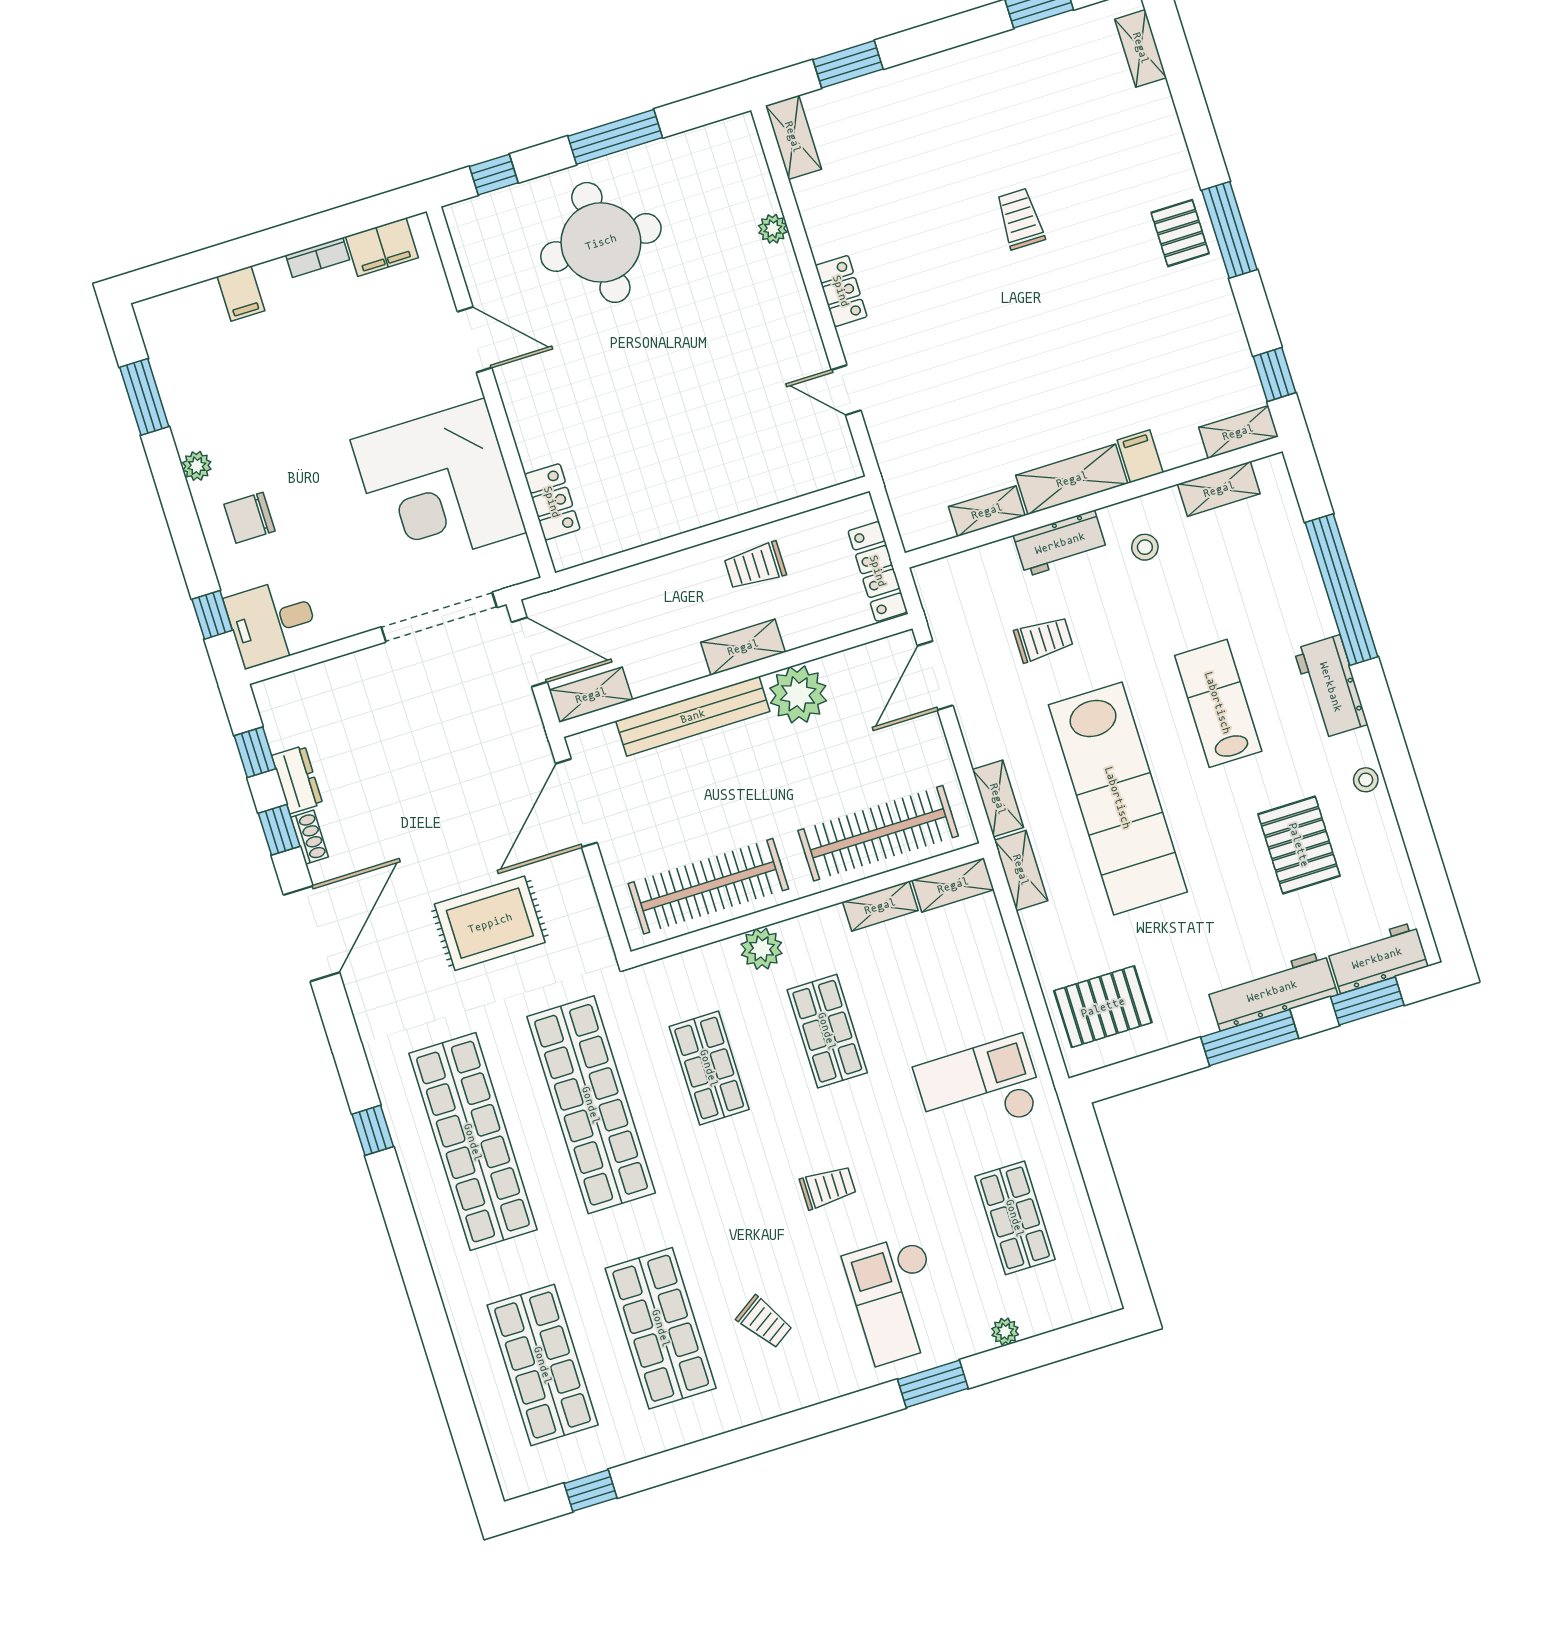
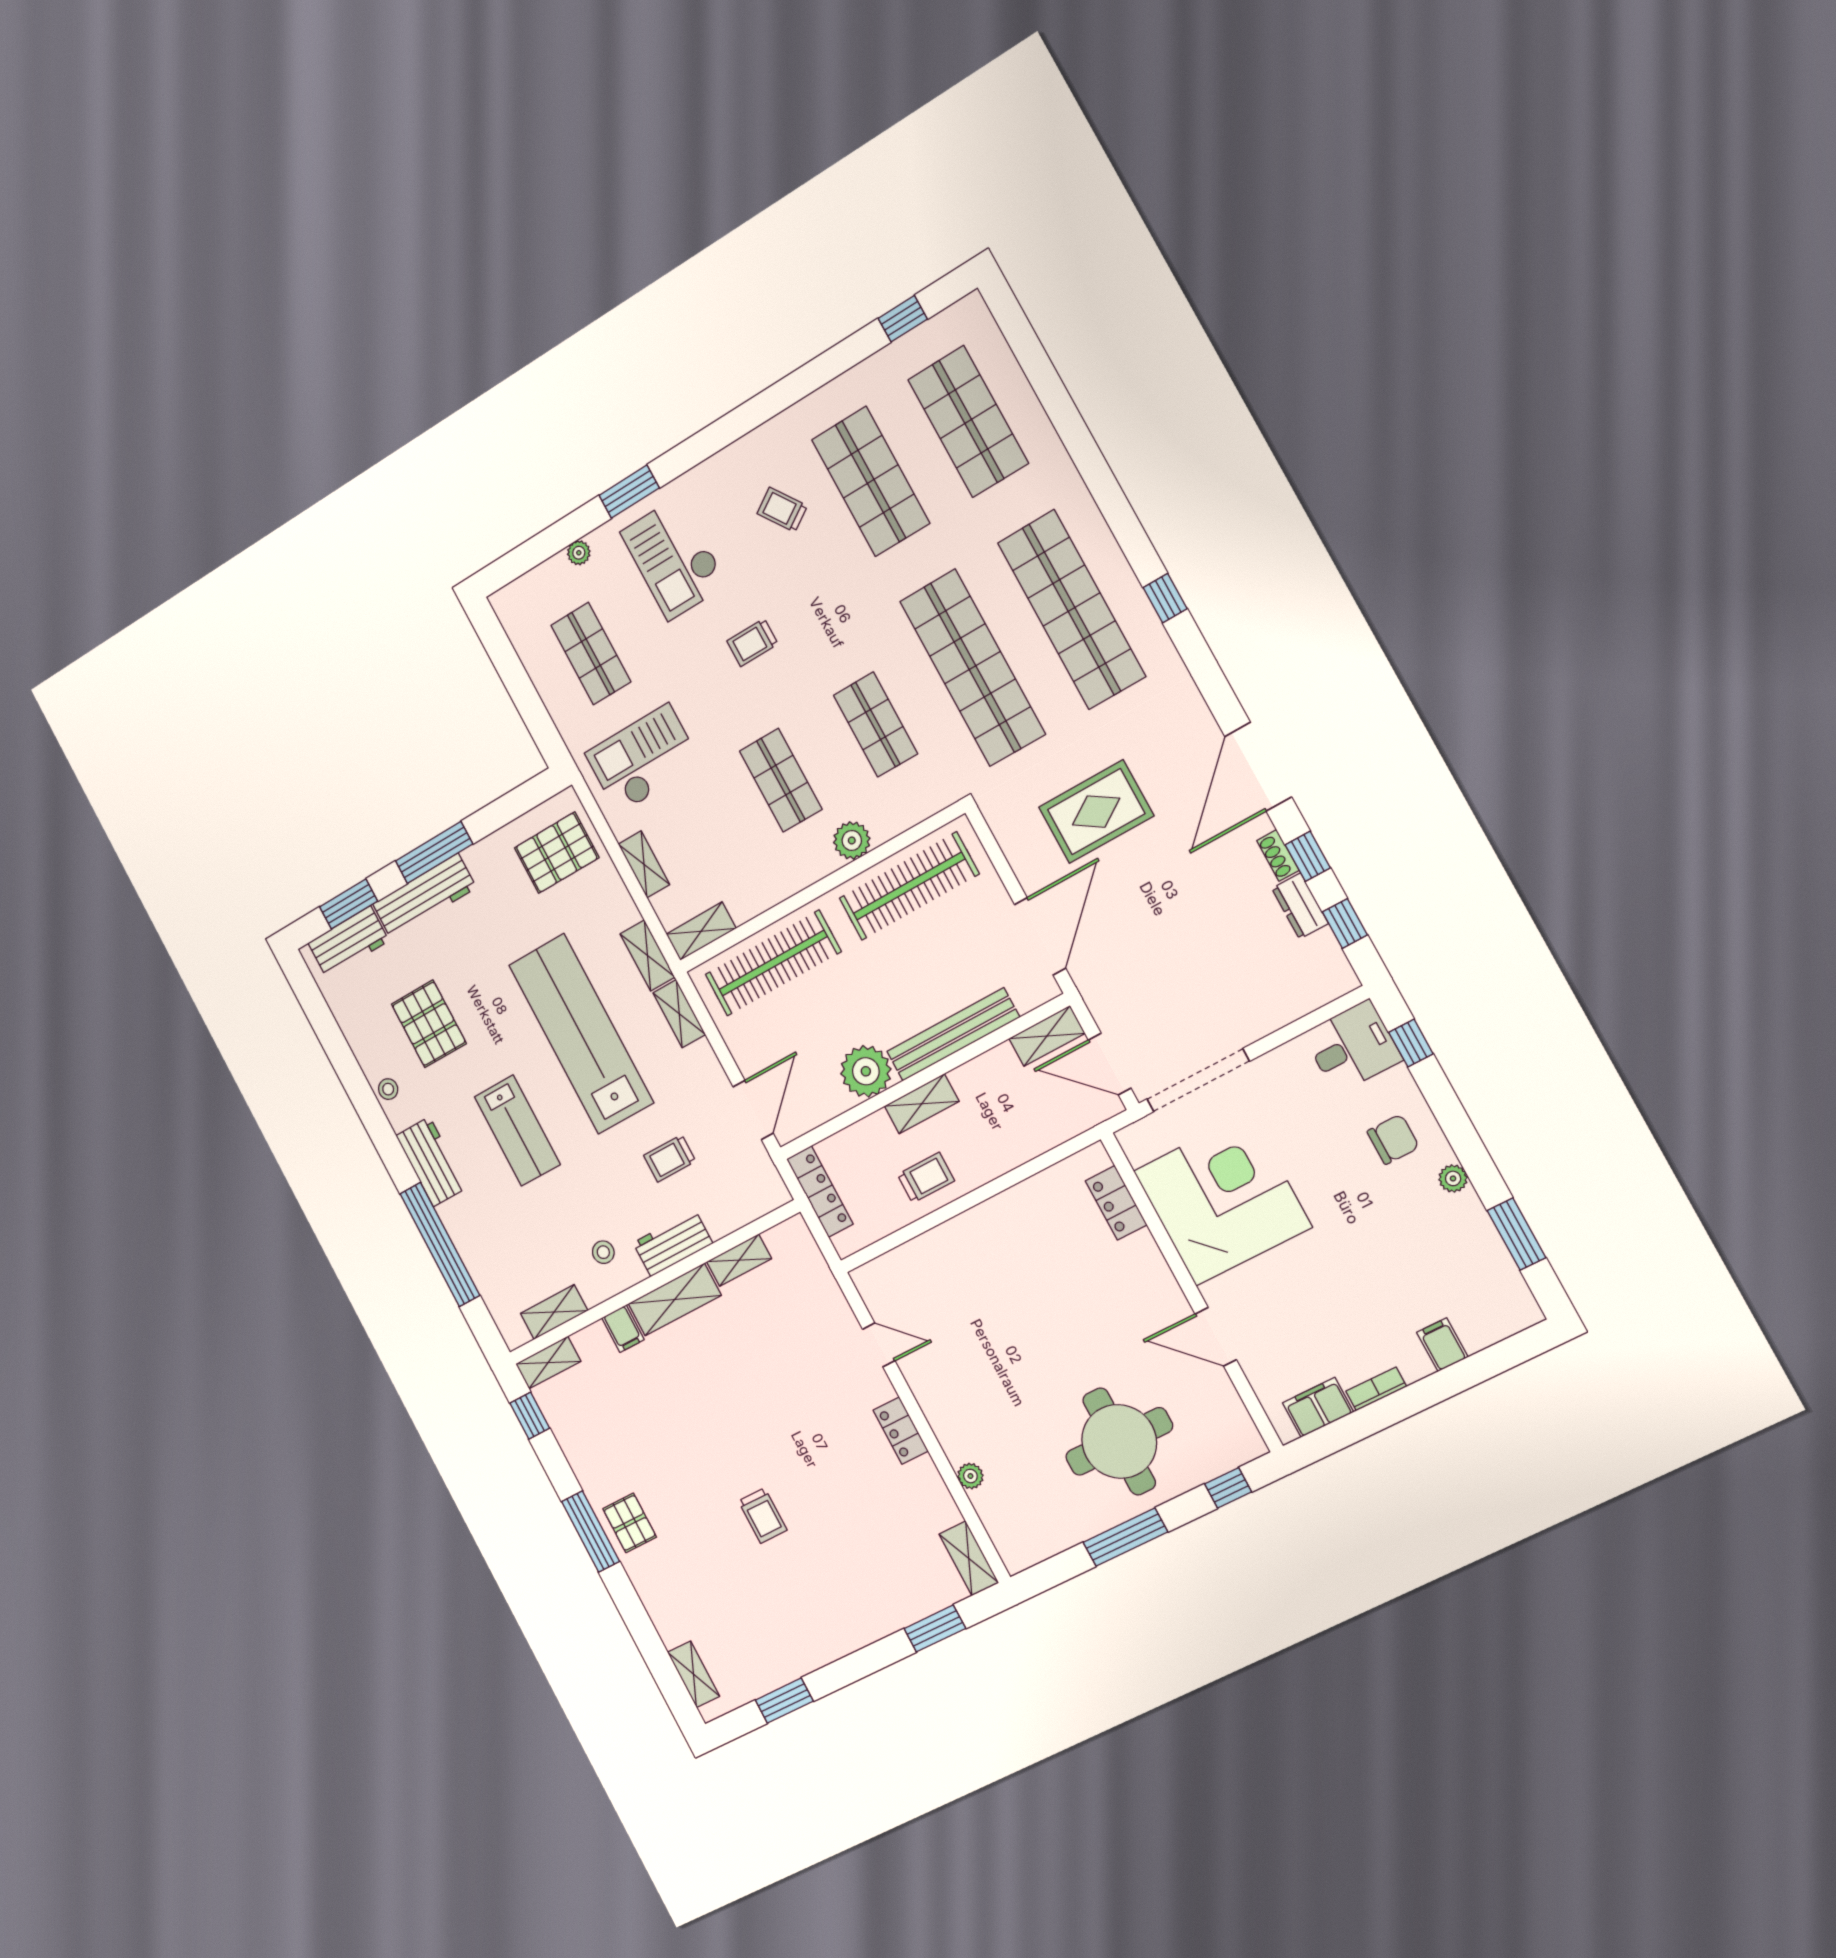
shelving: (880, 906) -> (644, 864), moved, turned 90
checkout: (979, 1088) -> (643, 759), turned 180
checkout: (897, 1299) -> (674, 558), turned 180

